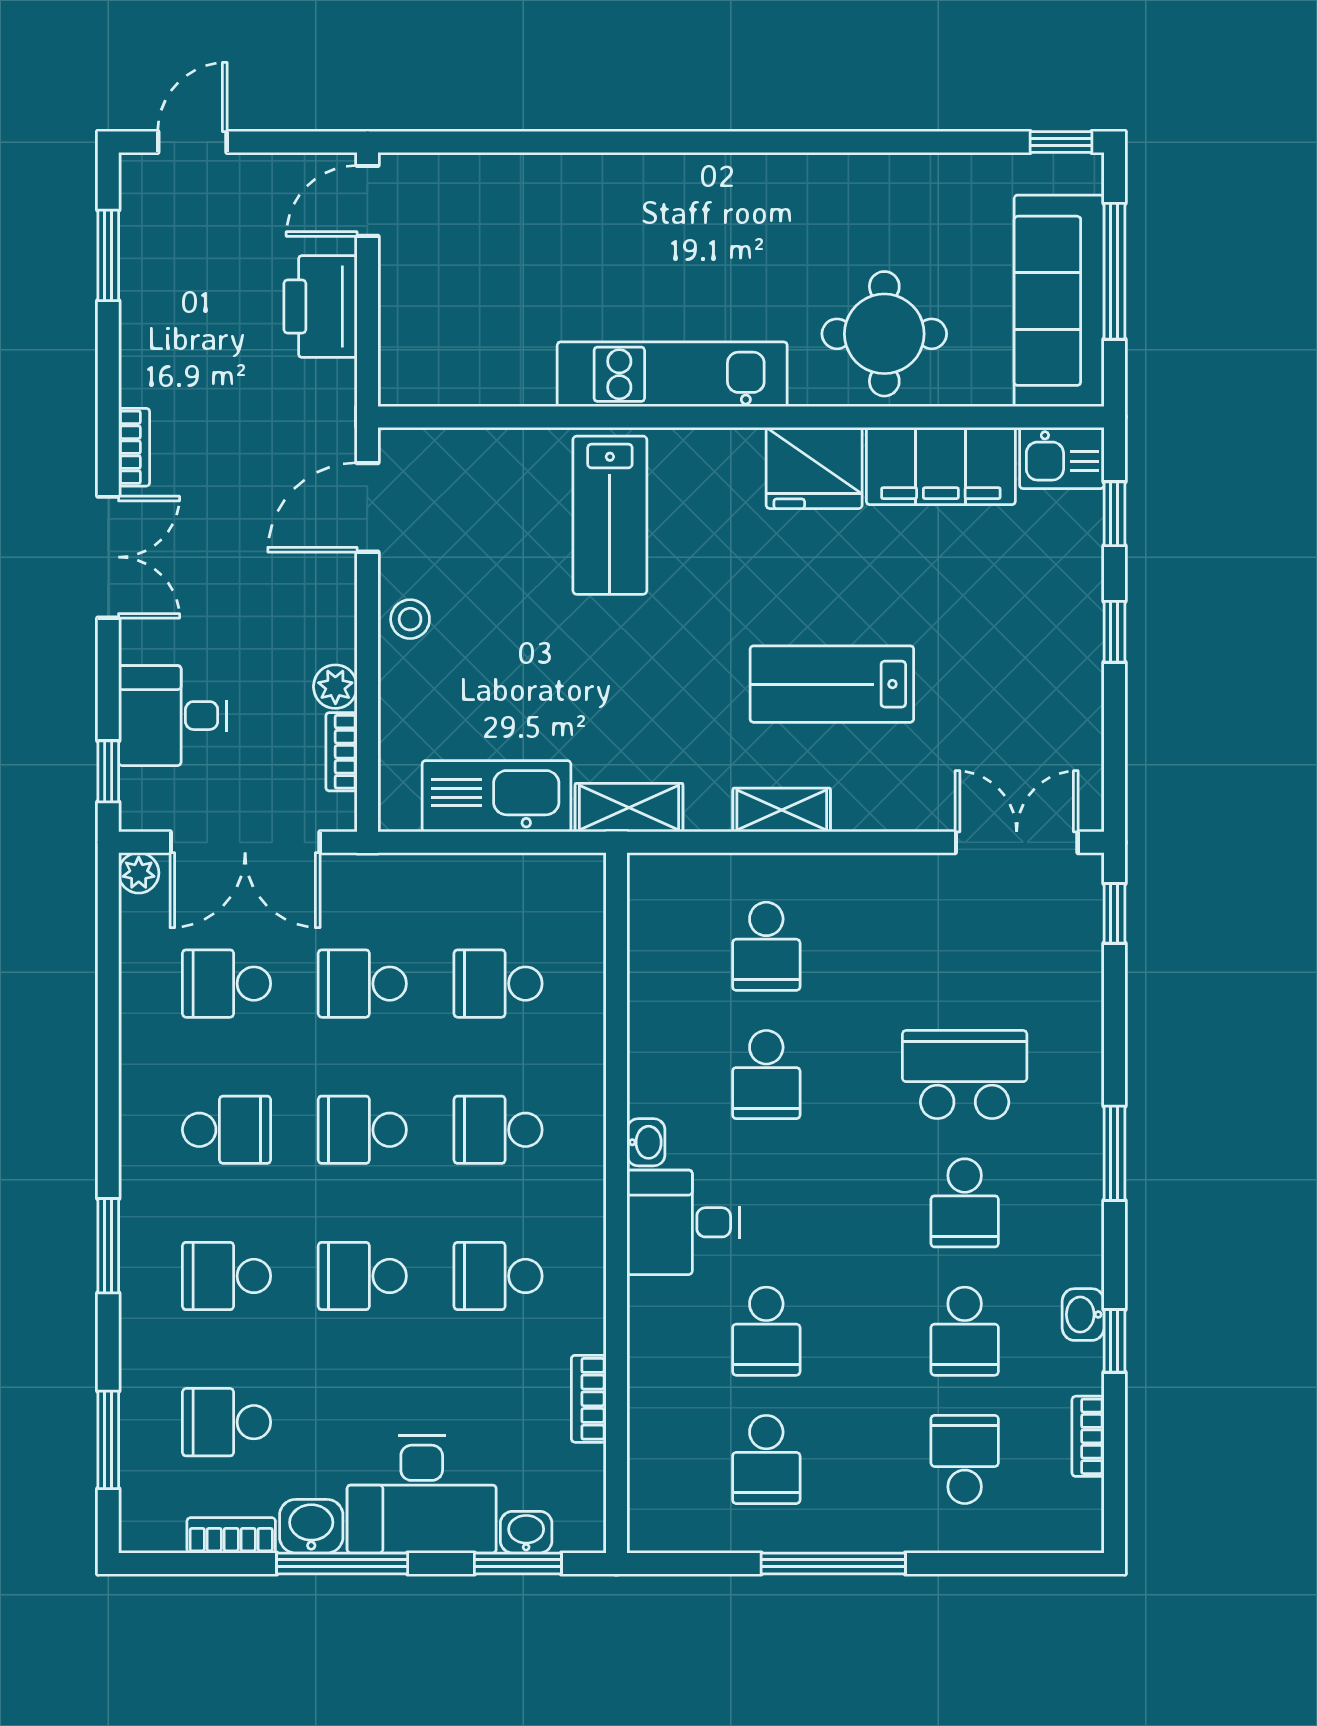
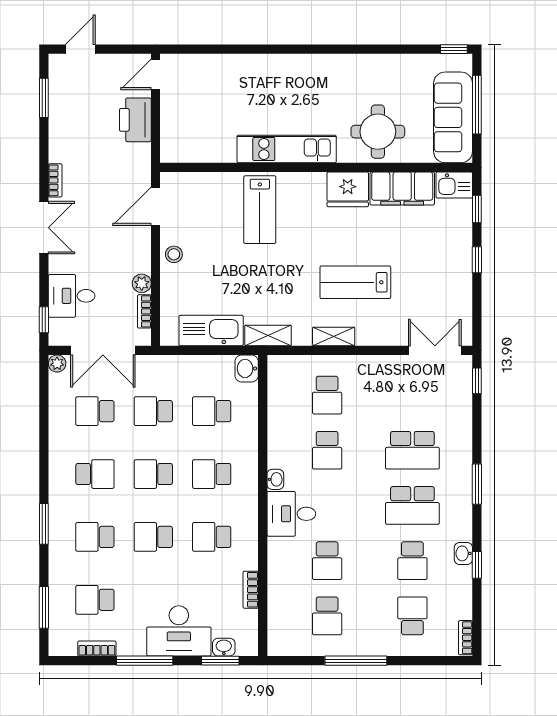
school desk: (965, 1075) -> (412, 450), turned 180
school desk: (965, 1203) -> (412, 505), width x1.85
bookcase: (1088, 1436) -> (465, 638), moved
washbasin: (311, 1526) -> (247, 368), moved, turned -90

